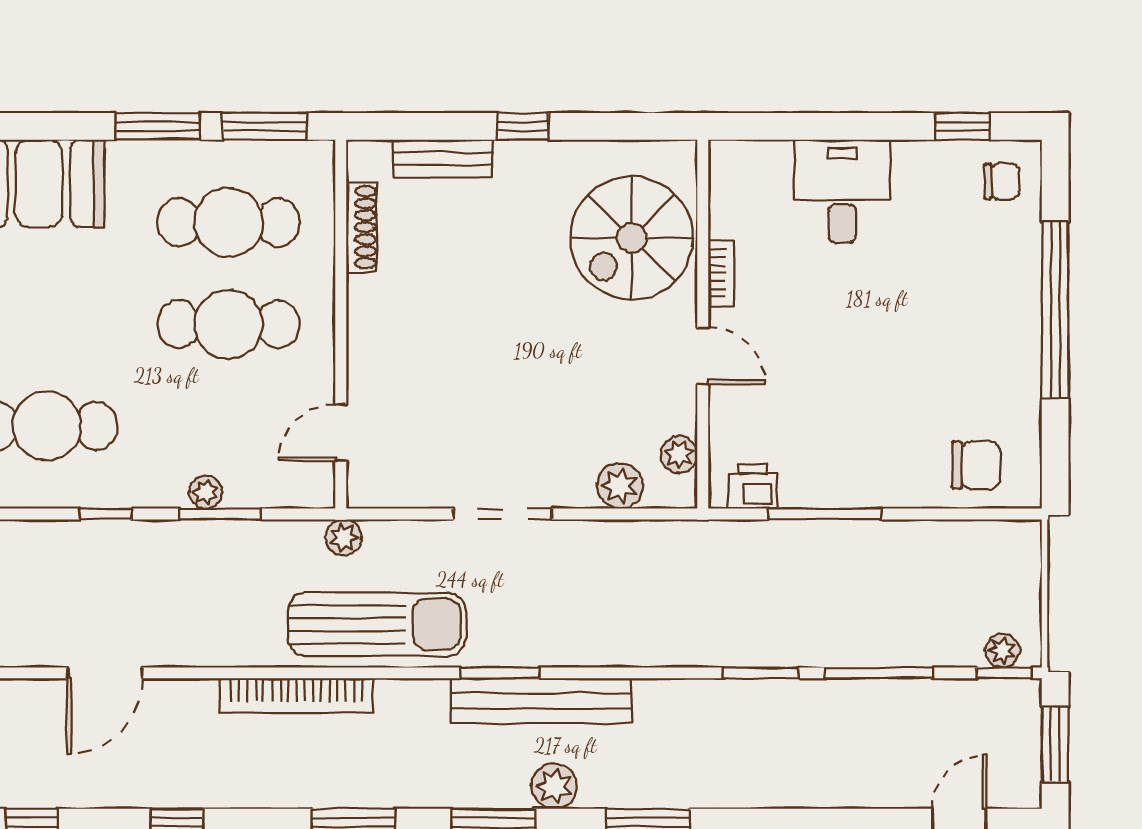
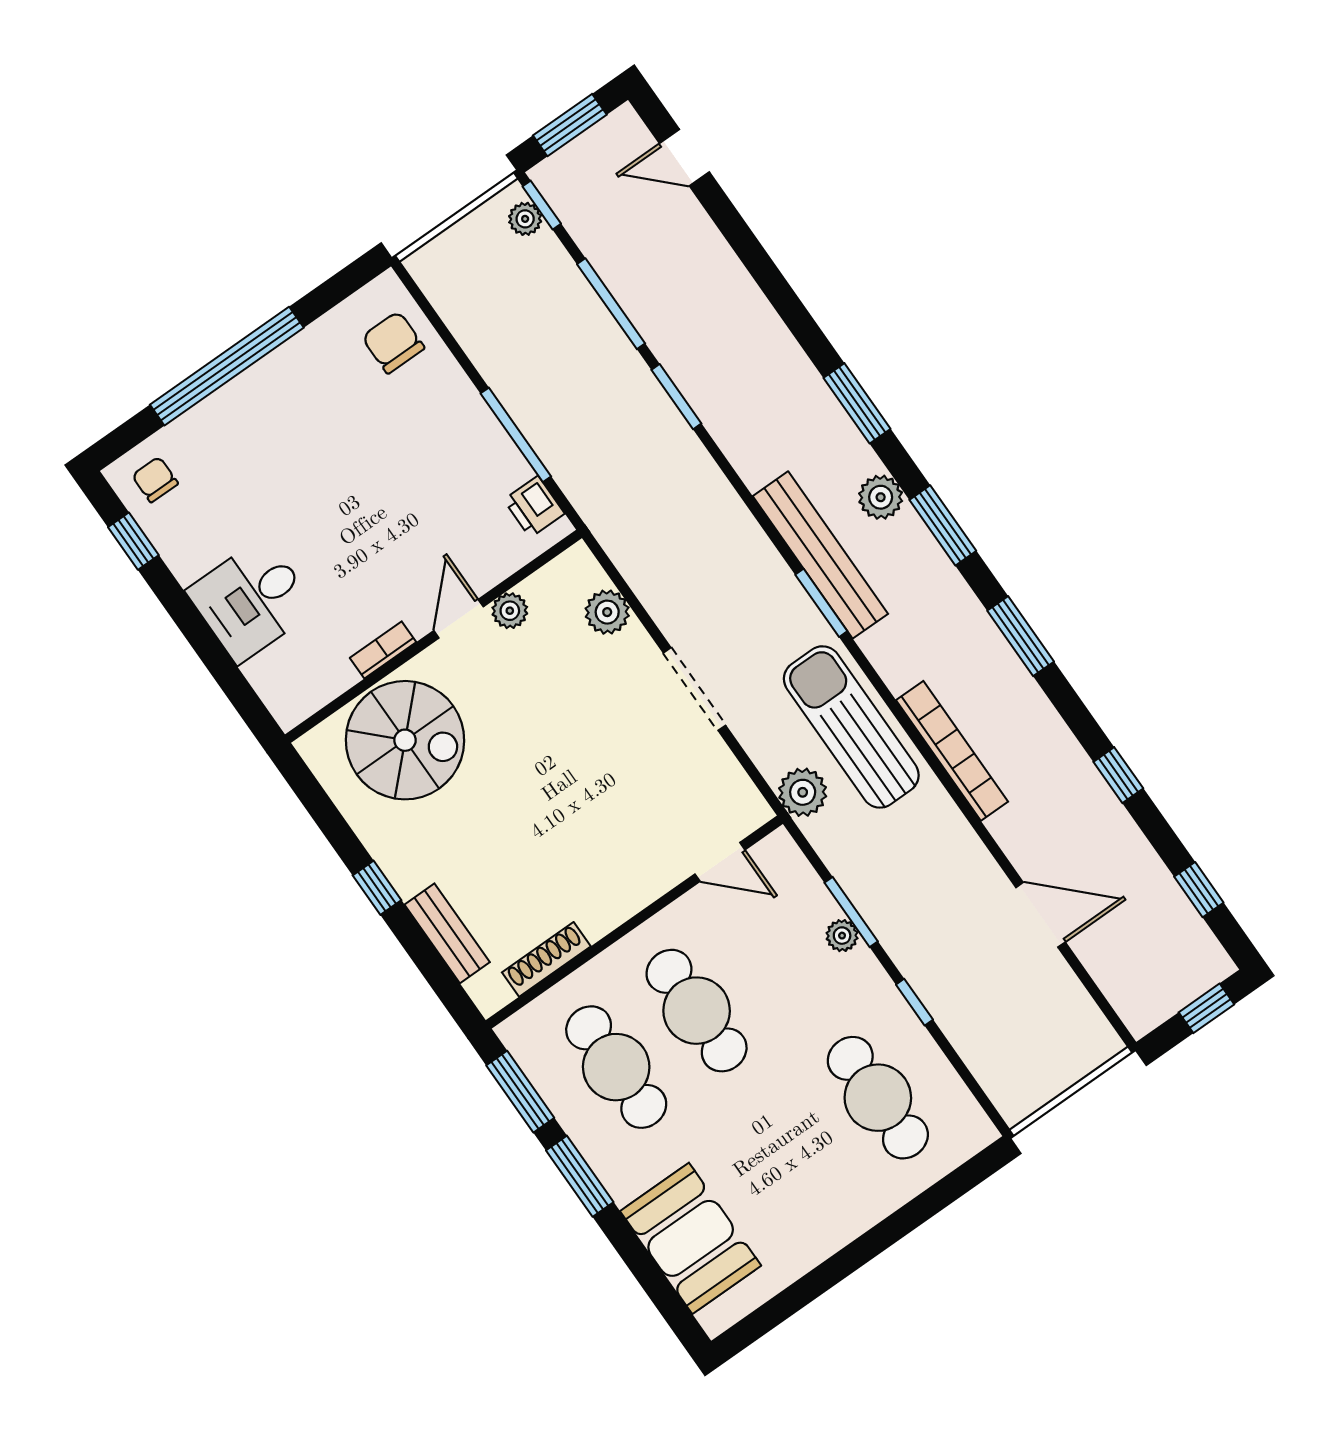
plant: (679, 455) -> (510, 611), moved
plant: (344, 537) -> (803, 792), width x1.38, depth x1.38

